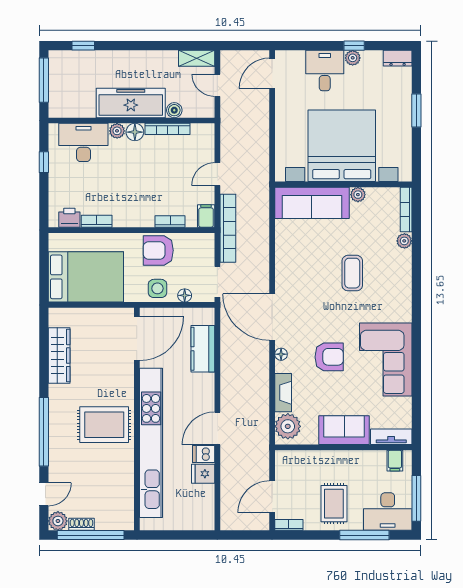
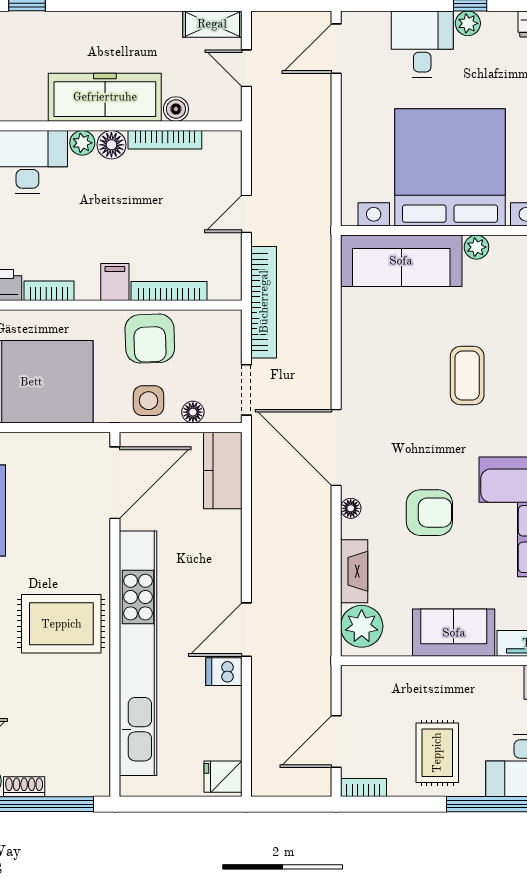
filing cabinet: (206, 216) -> (115, 282), moved
bookcase: (170, 221) -> (169, 291), width x1.56
armchair: (158, 250) -> (150, 339), turned -92
kitchen counter: (203, 349) -> (223, 471), moved
fridge: (203, 474) -> (223, 777), moved

